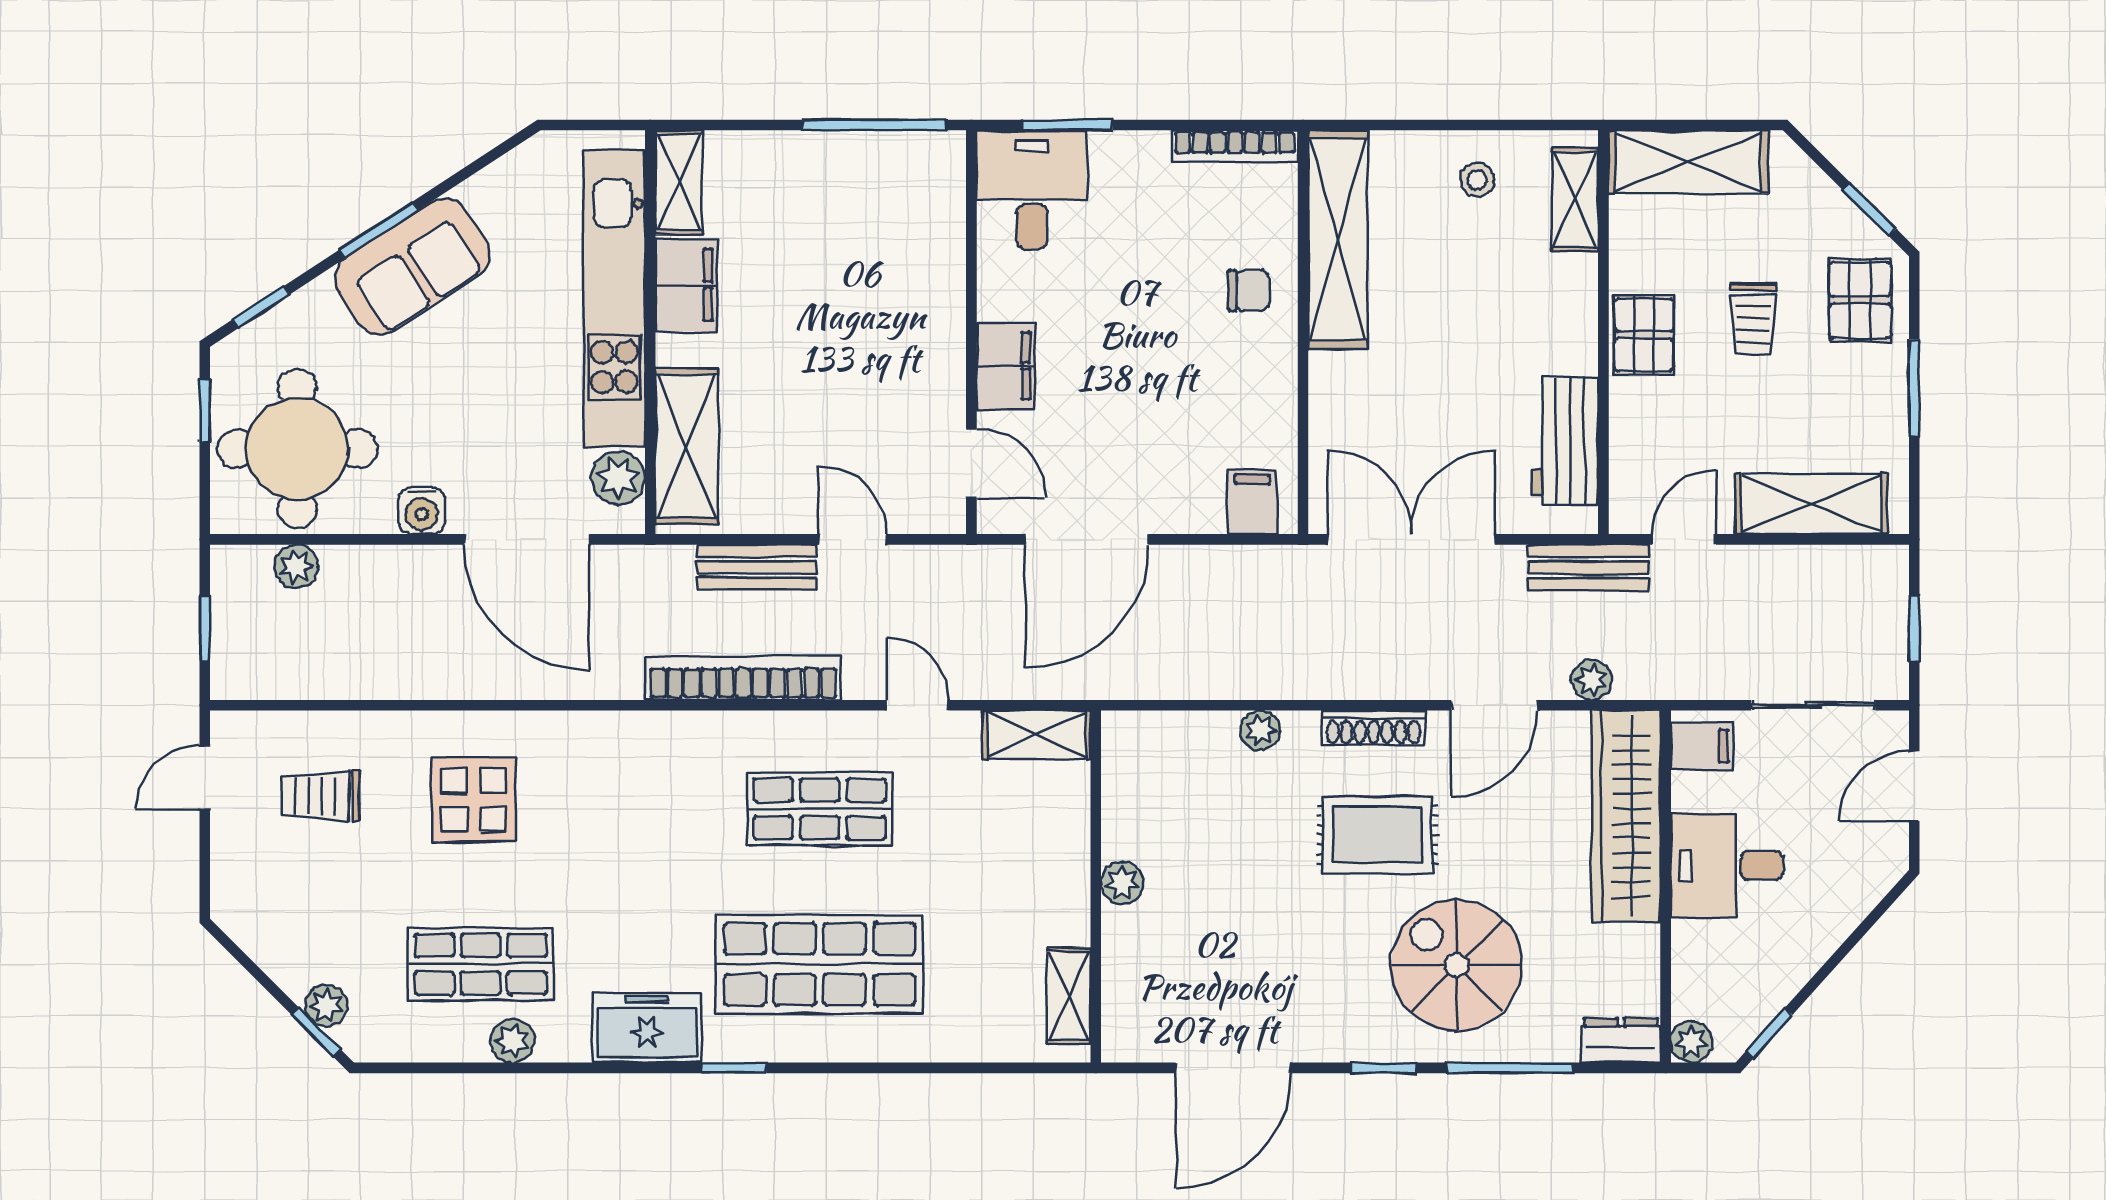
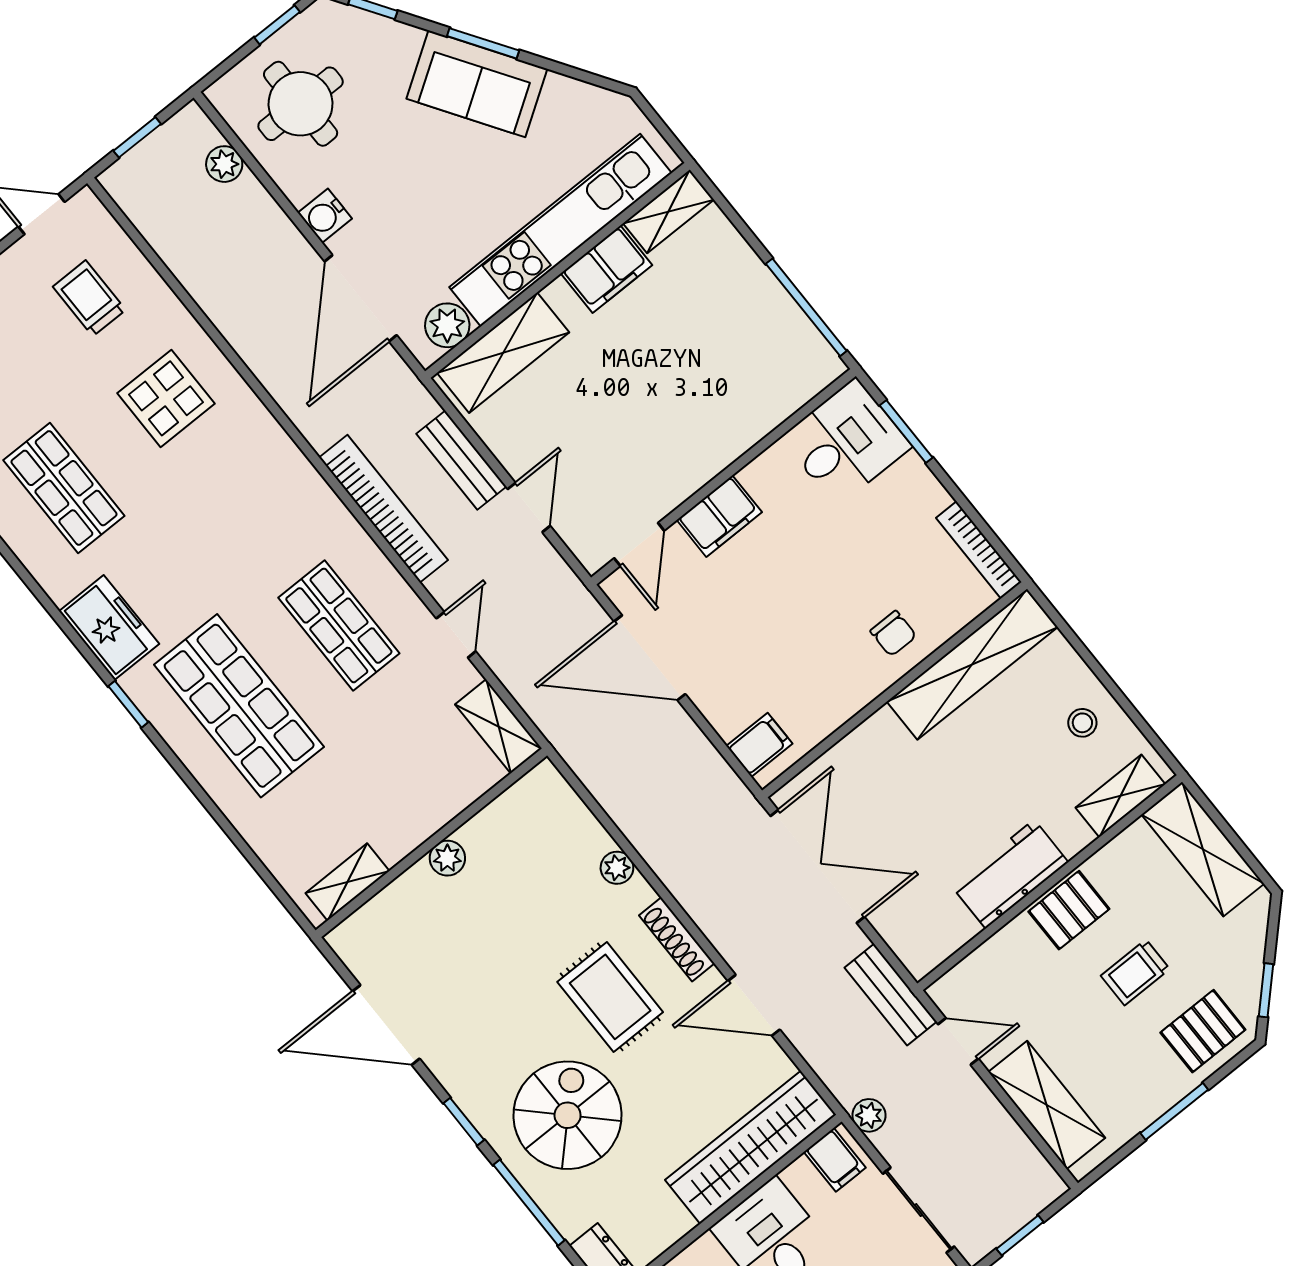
workbench: (1565, 441) -> (1010, 874), moved
round table: (297, 448) -> (301, 104), width x0.73, depth x0.73
plant: (1592, 680) -> (869, 1115), moved
plant: (512, 1041) -> (31, 548), removed

